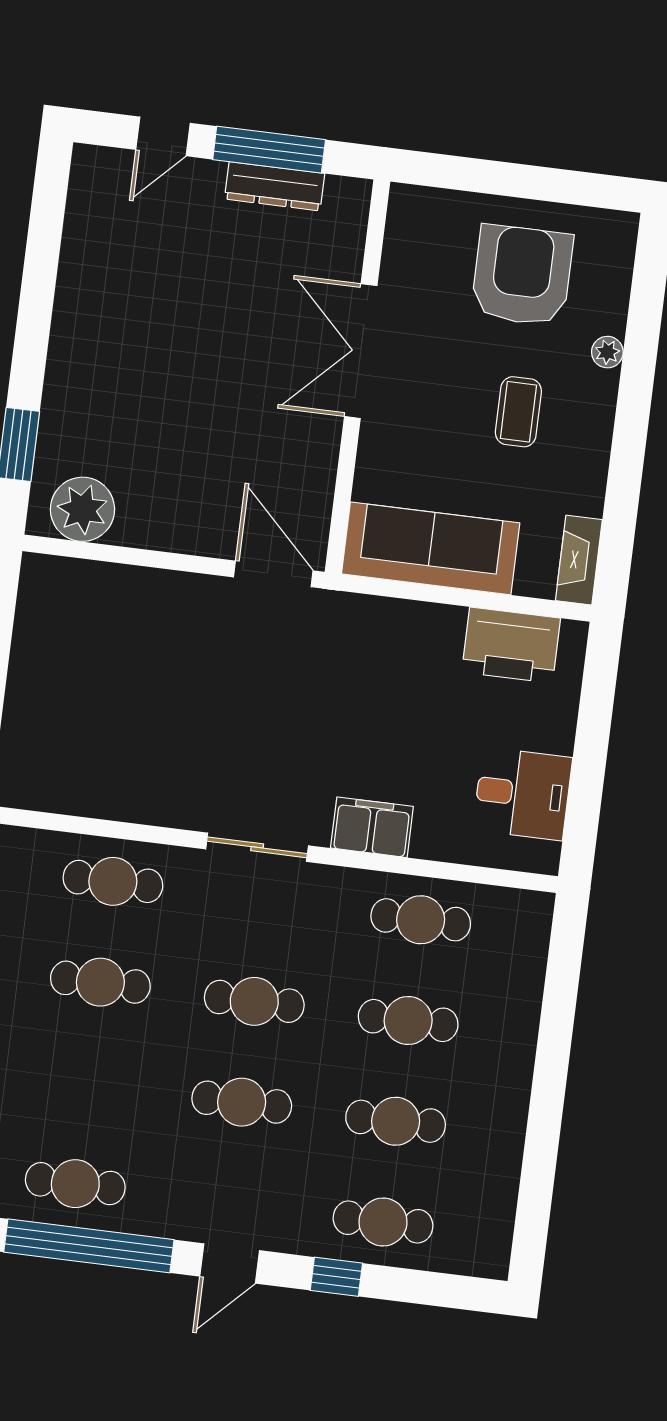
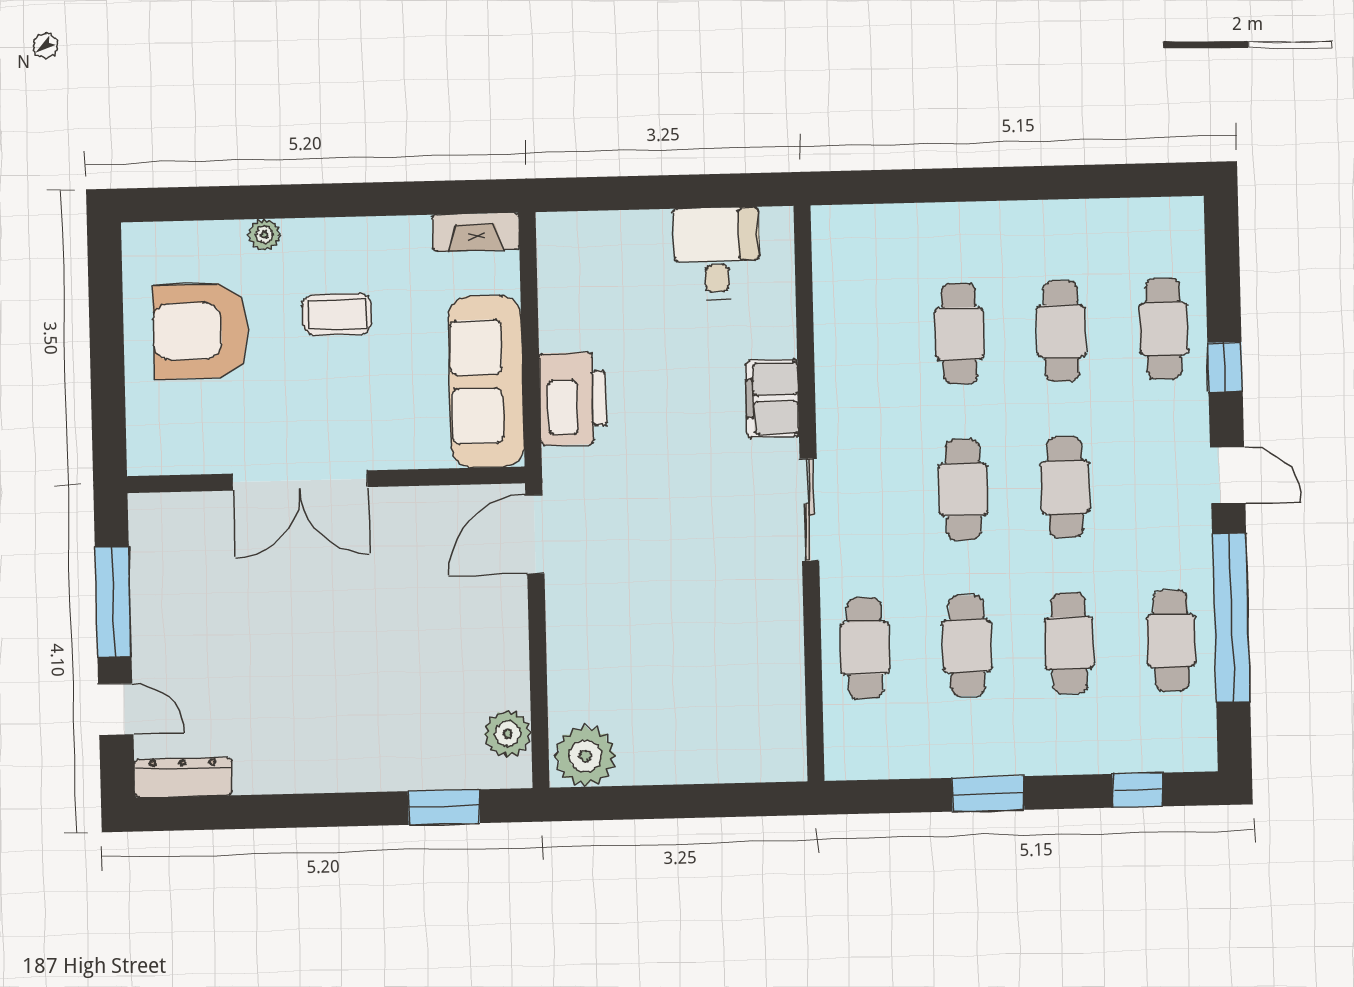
dresser: (275, 186) -> (183, 778), moved, turned -90
plant: (82, 509) -> (508, 734), width x0.73, depth x0.73
plant: (48, 591) -> (585, 756), added
printer: (511, 645) -> (573, 399), moved
cafe table: (421, 920) -> (1069, 643), moved

